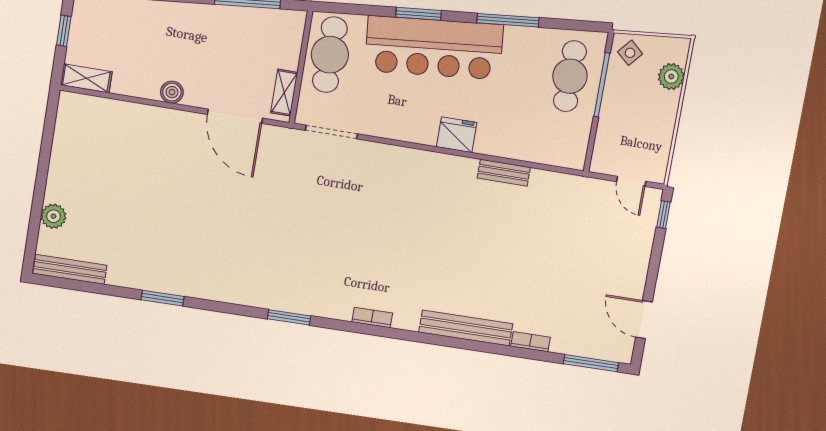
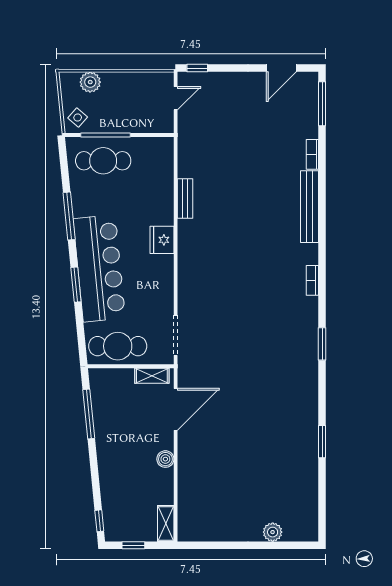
bench: (70, 269) -> (311, 514), removed

